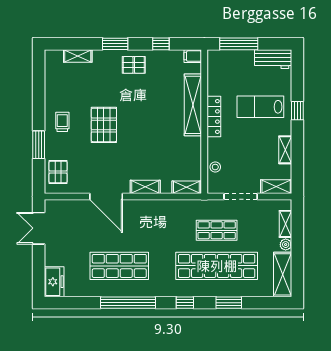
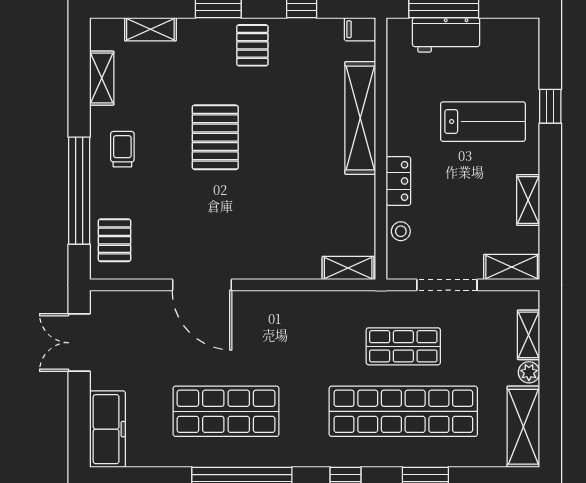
workbench: (273, 59) -> (446, 35), moved
pallet: (134, 65) -> (252, 45), turned 90
lab bench: (260, 107) -> (483, 122), turned 180
window: (297, 111) -> (550, 106), moved
locker: (214, 116) -> (398, 181), moved, width x0.66
pallet: (104, 125) -> (215, 137), moved
window: (39, 145) -> (79, 191), width x2.11
shelving: (145, 187) -> (102, 78), moved, turned 90
freezer: (54, 282) -> (107, 429), width x1.40

